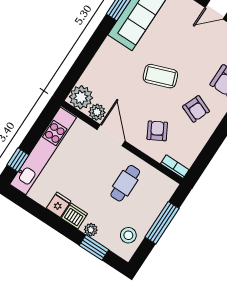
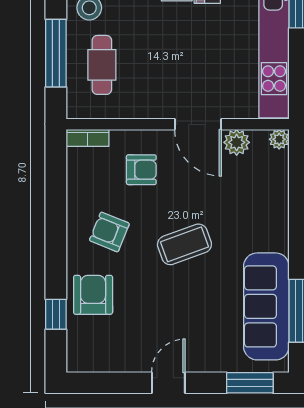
plant: (81, 97) -> (279, 139), width x0.53, depth x0.53
armchair: (157, 131) -> (141, 170), turned -61
cafe table: (125, 183) -> (102, 65), moved

